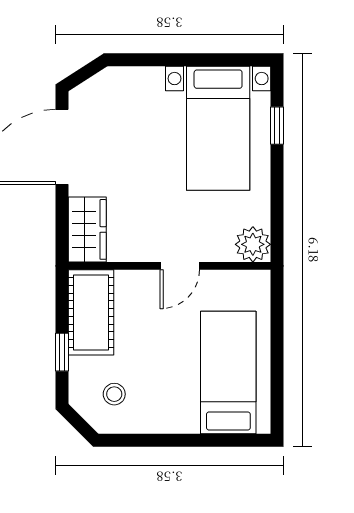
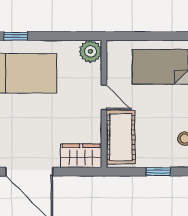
cot: (91, 312) -> (121, 137), moved, turned 90

